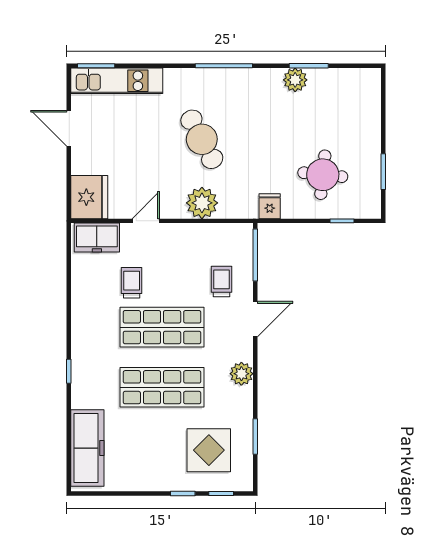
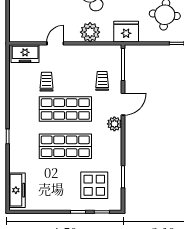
fridge: (89, 197) -> (20, 29), removed
fridge: (270, 206) -> (126, 32), width x1.88, depth x1.34
plant: (241, 374) -> (114, 124), moved
freezer: (87, 448) -> (17, 190), width x0.73, depth x0.79

